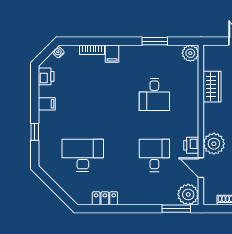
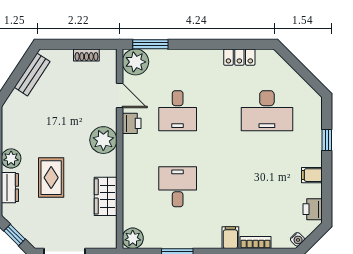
plant: (214, 144) -> (103, 140), moved

